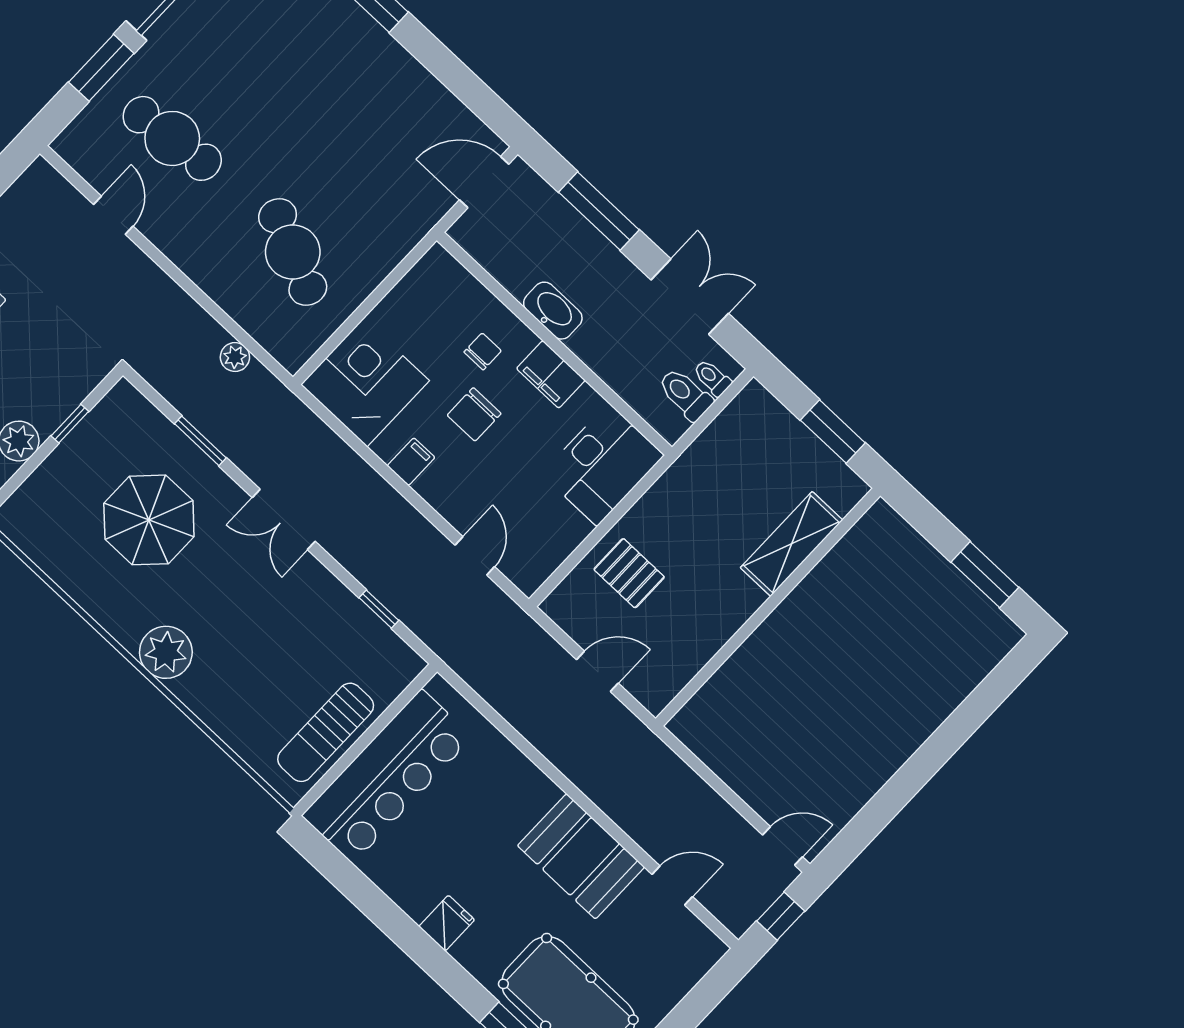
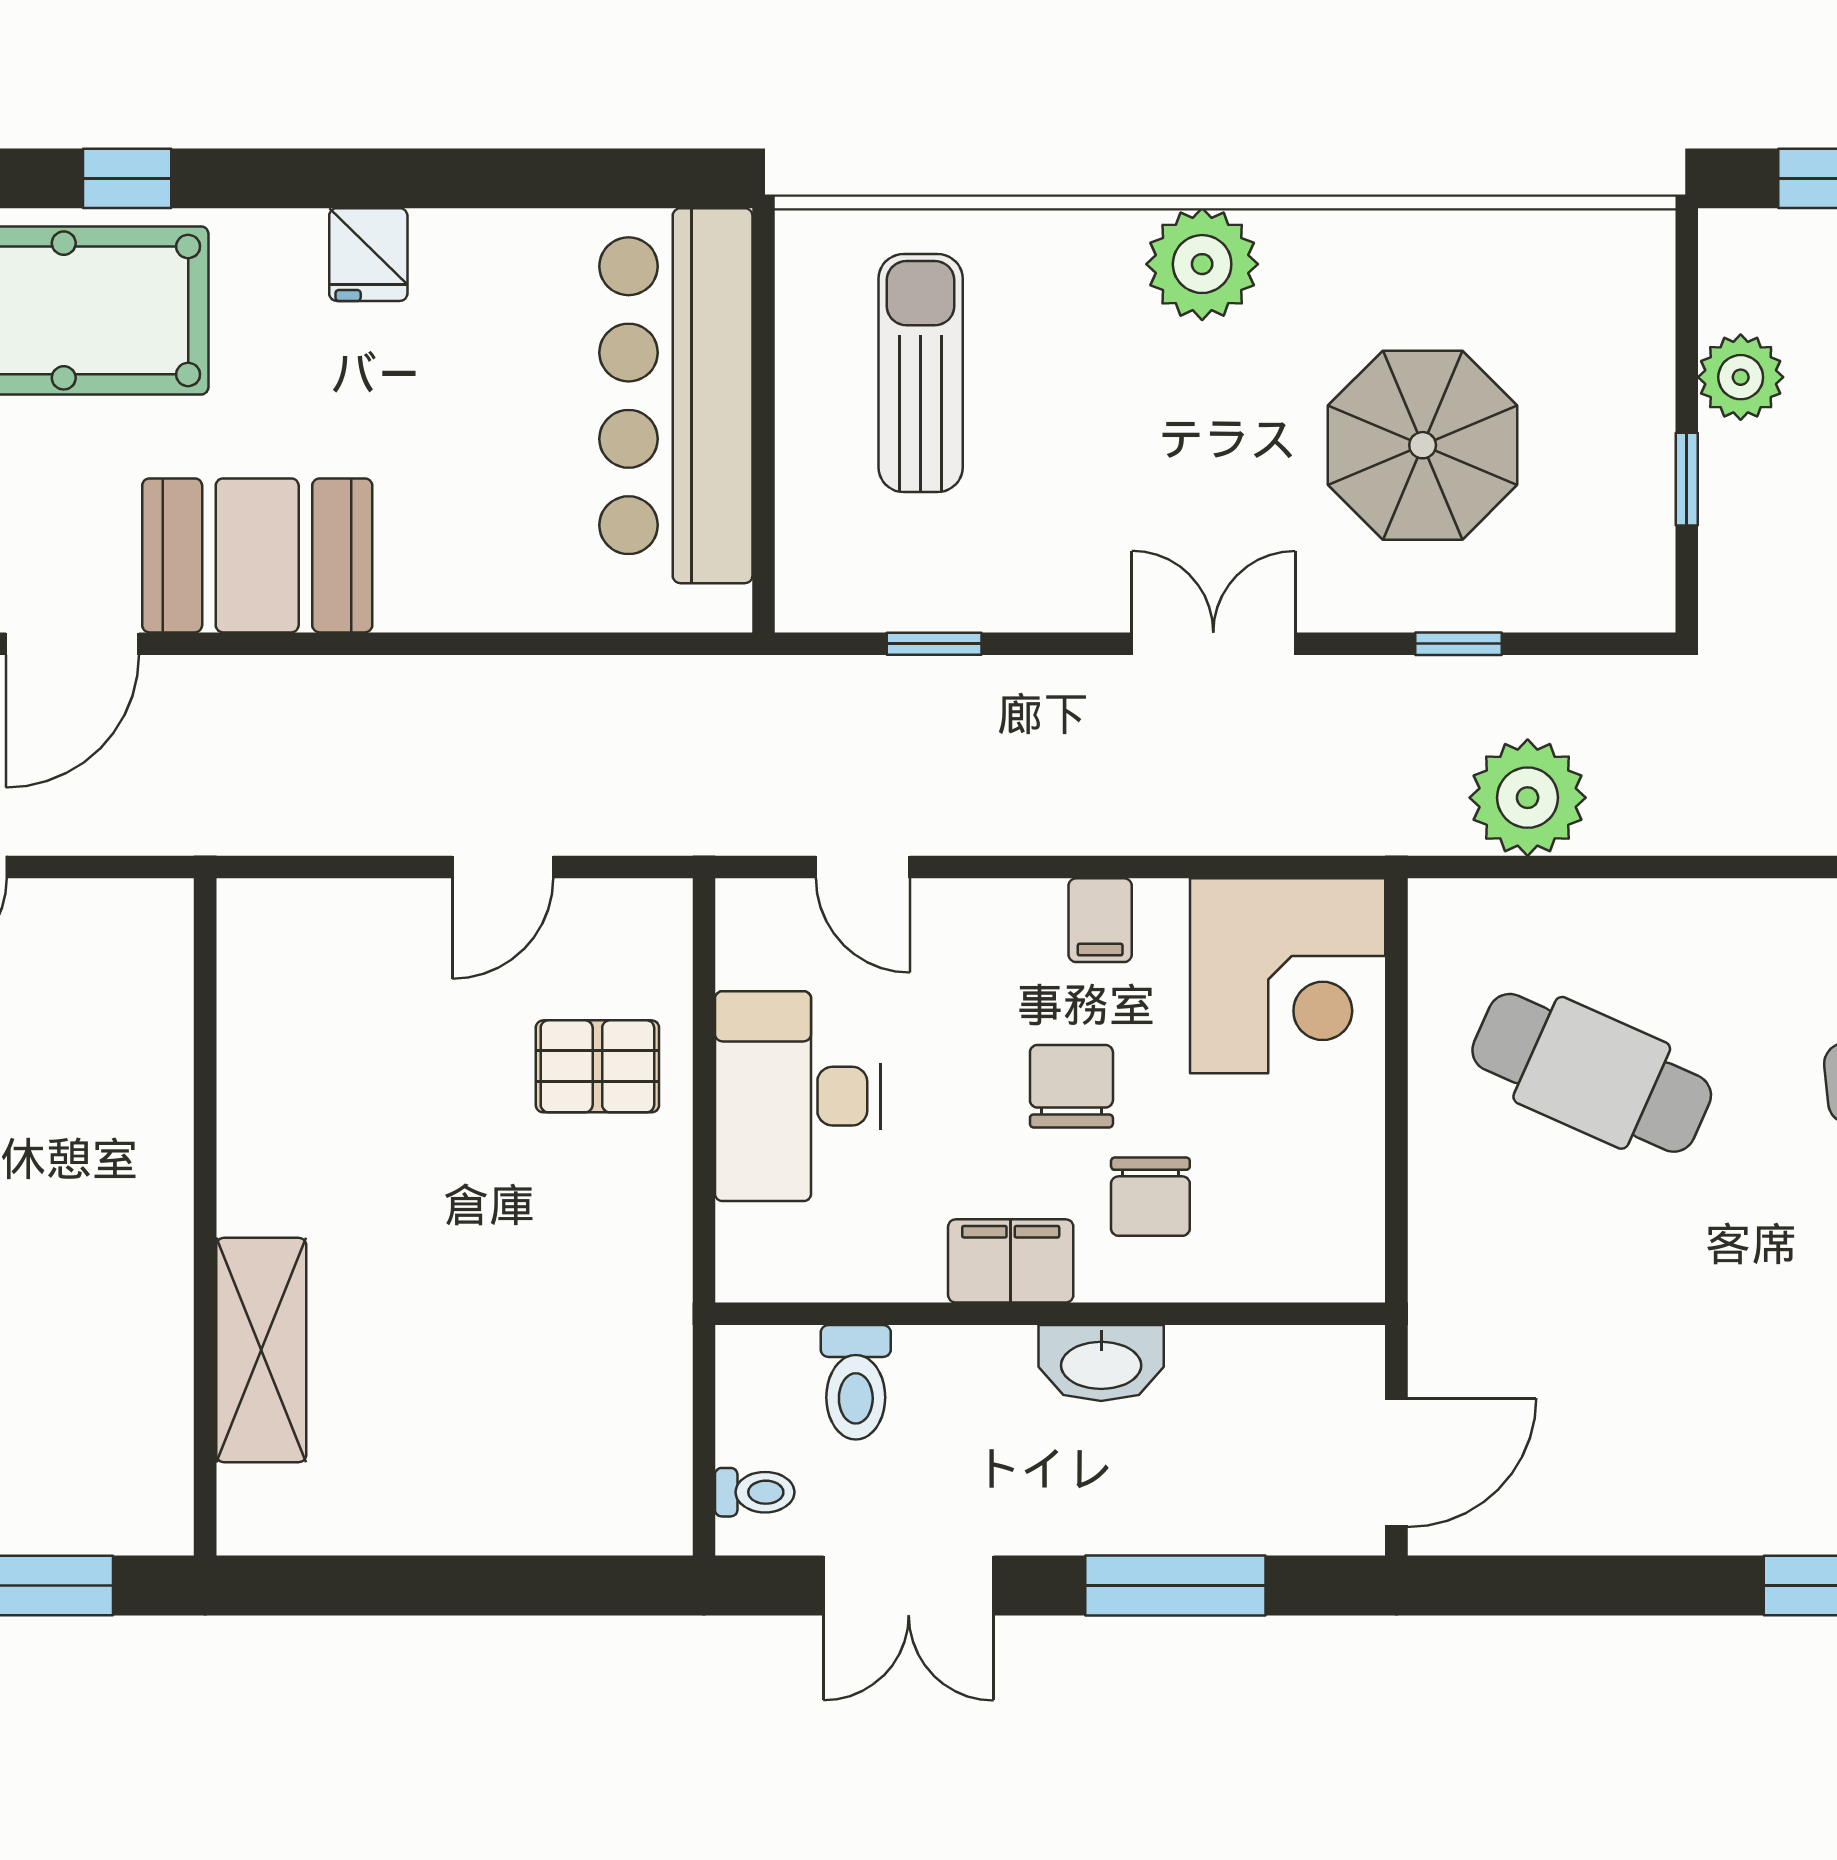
chair: (483, 351) -> (1150, 1197), width x1.37, depth x1.37
plant: (235, 357) -> (1528, 798), width x1.87, depth x1.87
toilet: (685, 394) -> (856, 1382), moved, turned 90
window: (833, 431) -> (488, 1586), removed
window: (200, 441) -> (1458, 644), width x0.67
desk: (603, 465) -> (798, 1096), moved
shelving: (791, 544) -> (261, 1350), moved
wall: (768, 607) -> (205, 1217), moved
sun lounger: (326, 732) -> (921, 373), moved
door: (672, 886) -> (72, 644), width x1.38

